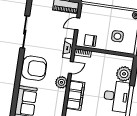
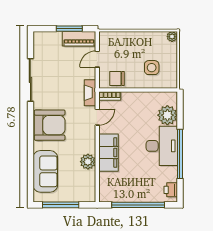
plant: (61, 82) -> (88, 162), moved

